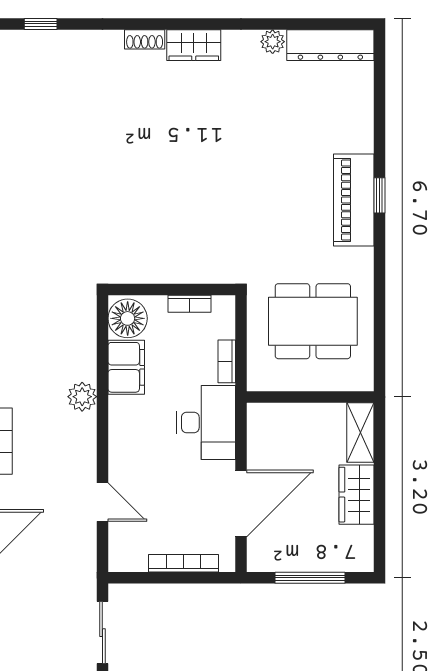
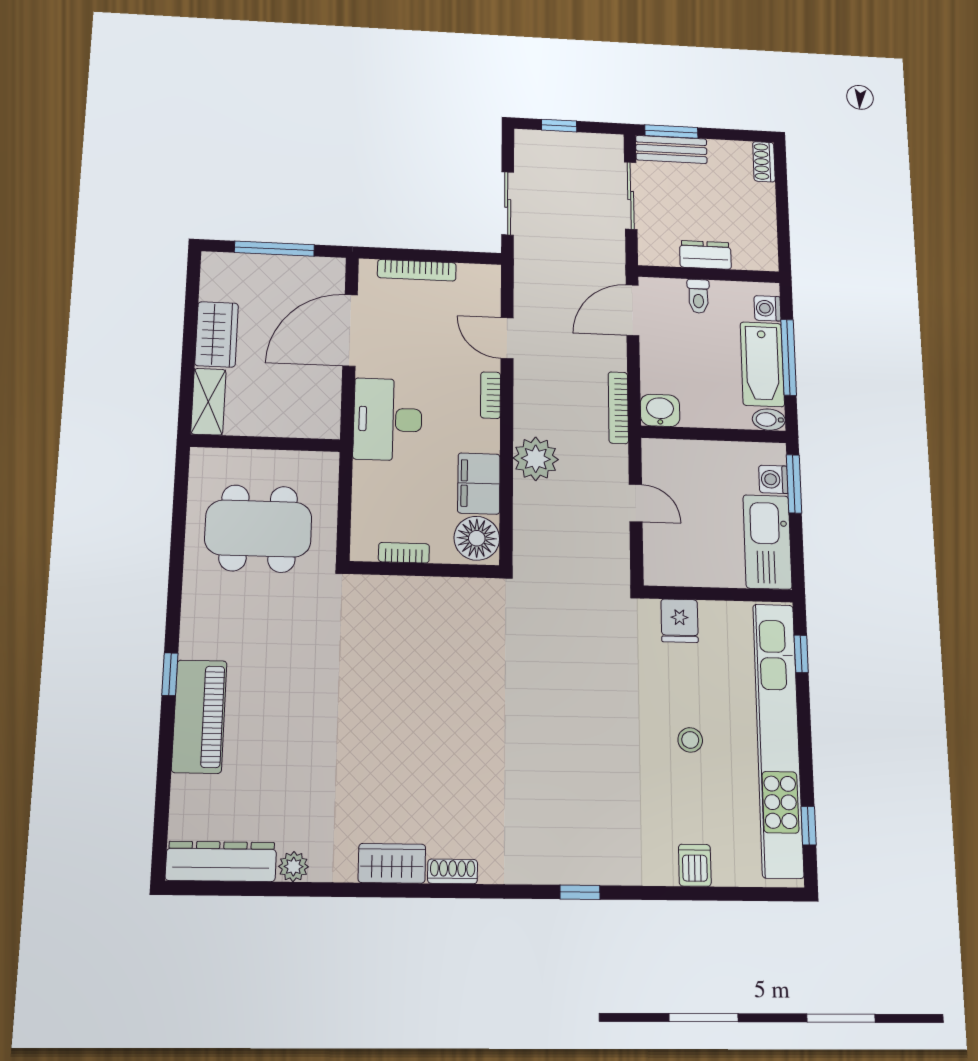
piano: (354, 200) -> (199, 716), moved
bookcase: (227, 361) -> (491, 395), moved, turned 180
plant: (82, 397) -> (536, 459), width x1.36, depth x1.36

